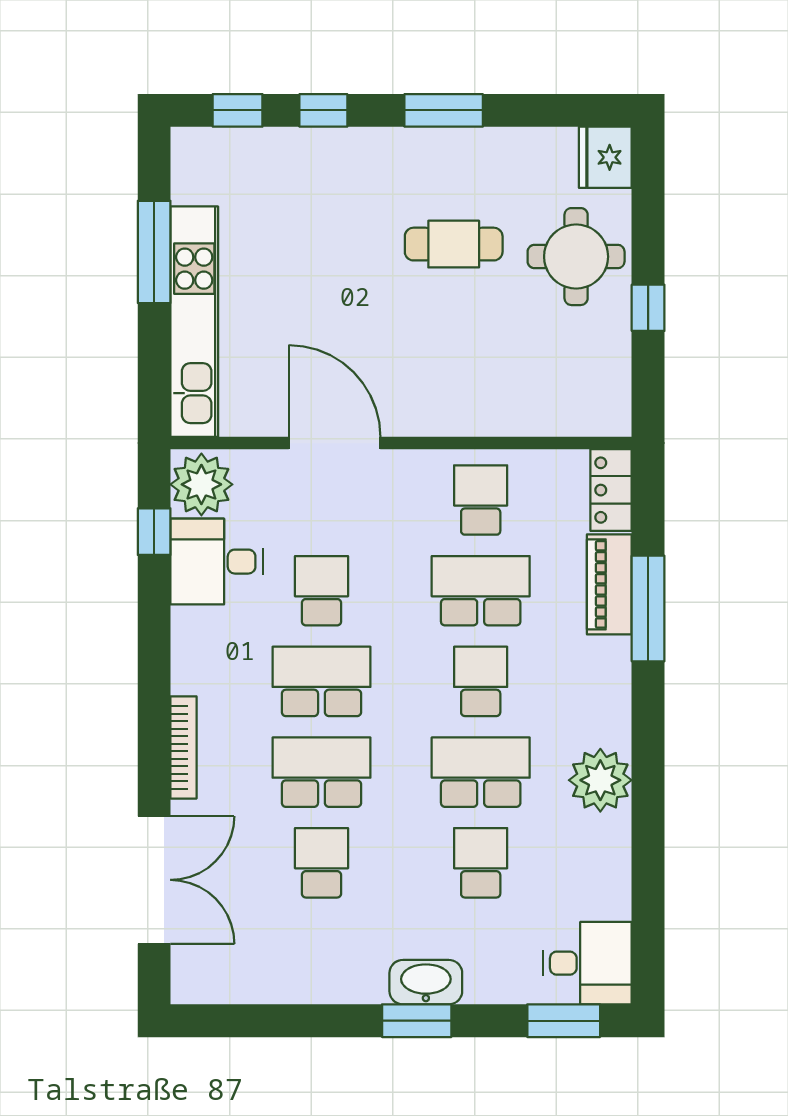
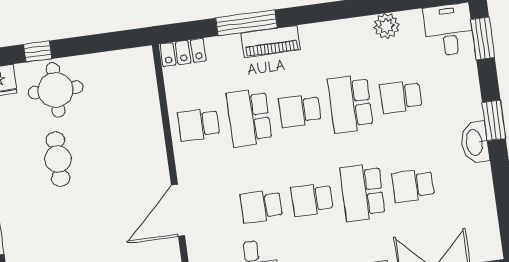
window: (648, 308) -> (38, 51), moved
piano: (609, 584) -> (271, 42), moved
school desk: (321, 681) -> (312, 199), width x0.54
plant: (600, 780) -> (386, 26), moved, width x0.73, depth x0.73
washbasin: (426, 982) -> (475, 142), moved

